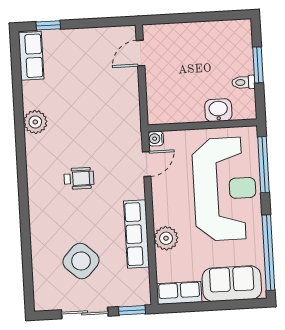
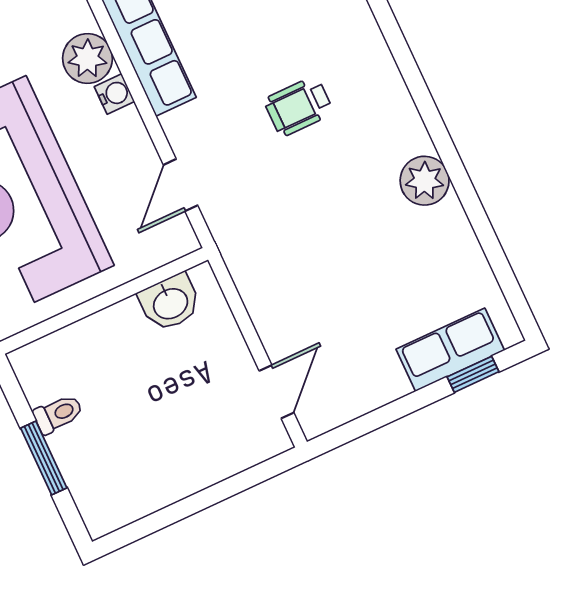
row of seats: (31, 56) -> (450, 350), moved, turned 90
washbasin: (218, 110) -> (170, 302), moved
water cooler: (156, 139) -> (114, 94), moved

